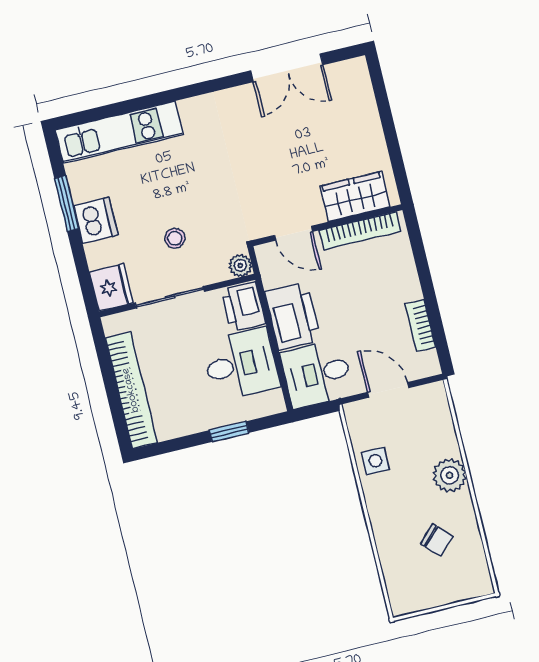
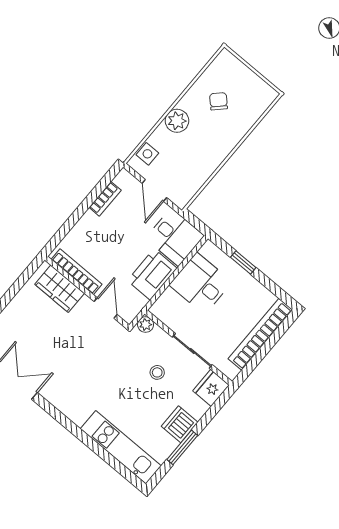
printer: (243, 306) -> (167, 306), removed
side table: (376, 461) -> (147, 154), moved

